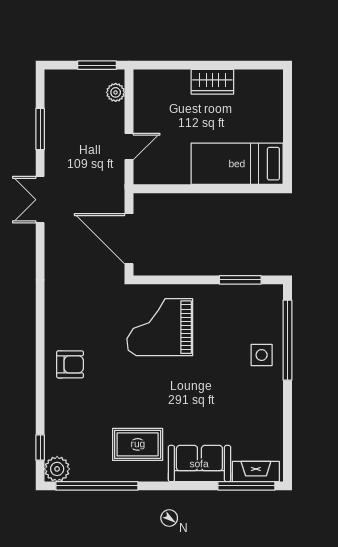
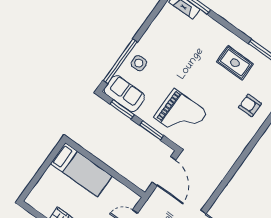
window: (183, 280) -> (152, 130), added
armchair: (70, 364) -> (250, 105), moved
sofa: (199, 464) -> (124, 94), moved, turned 180

